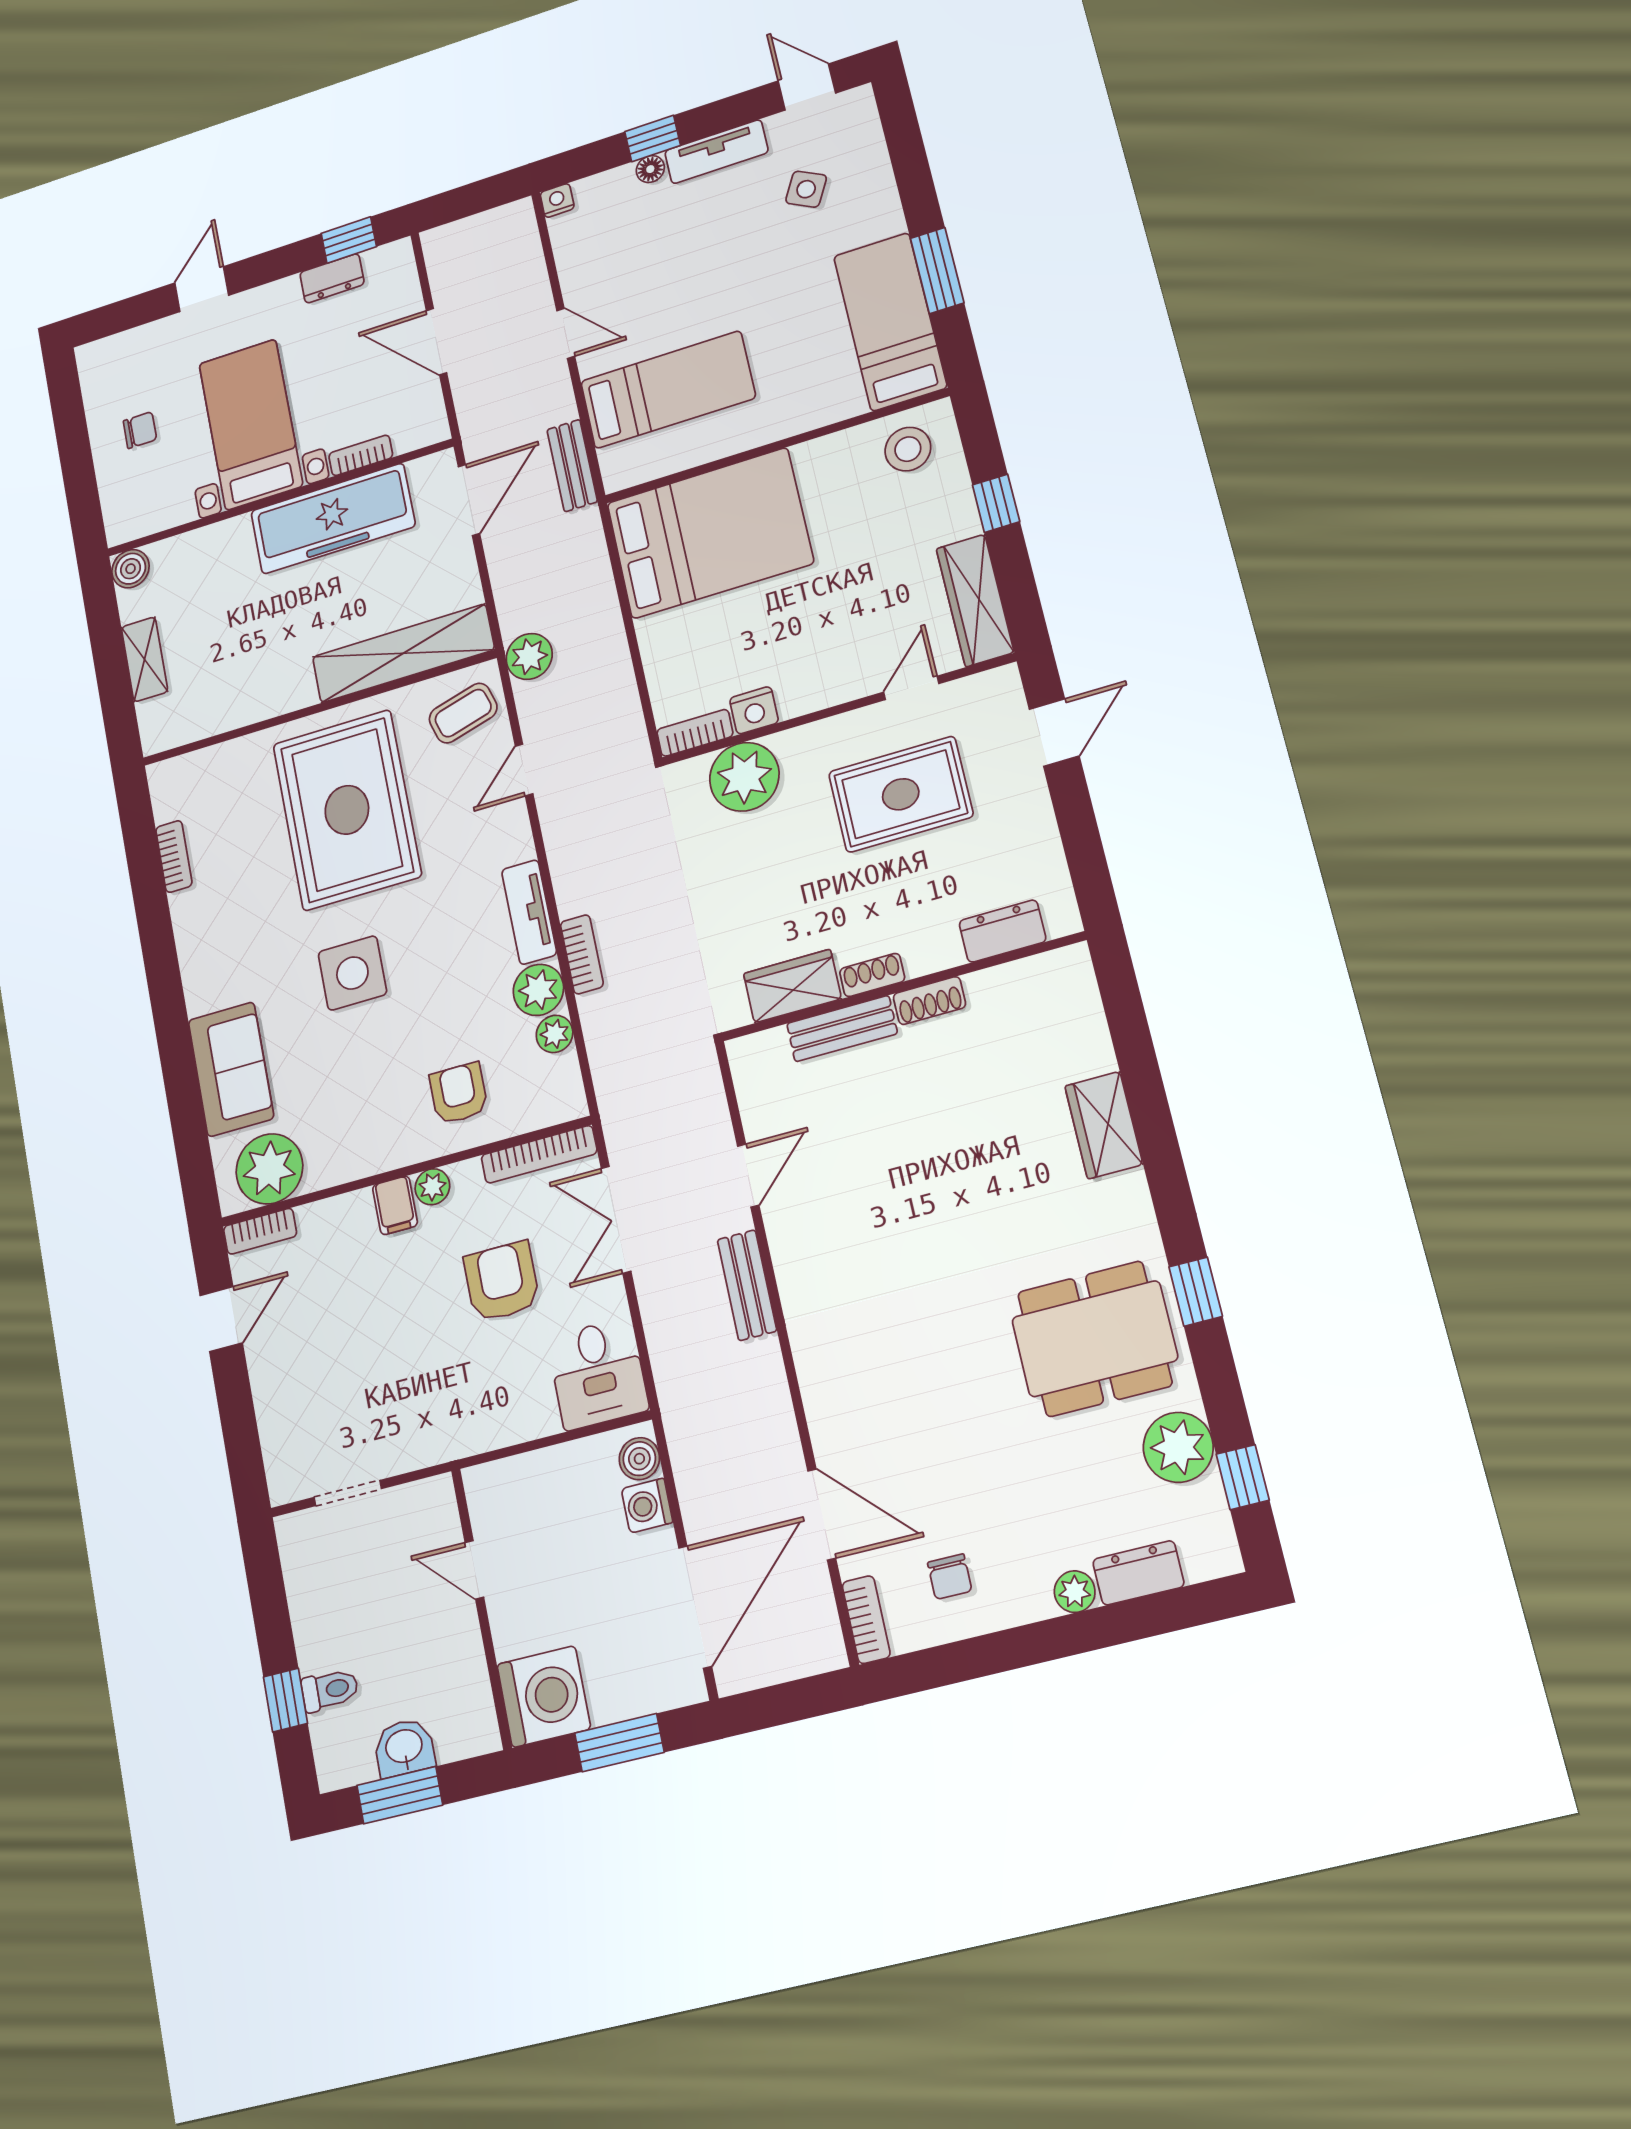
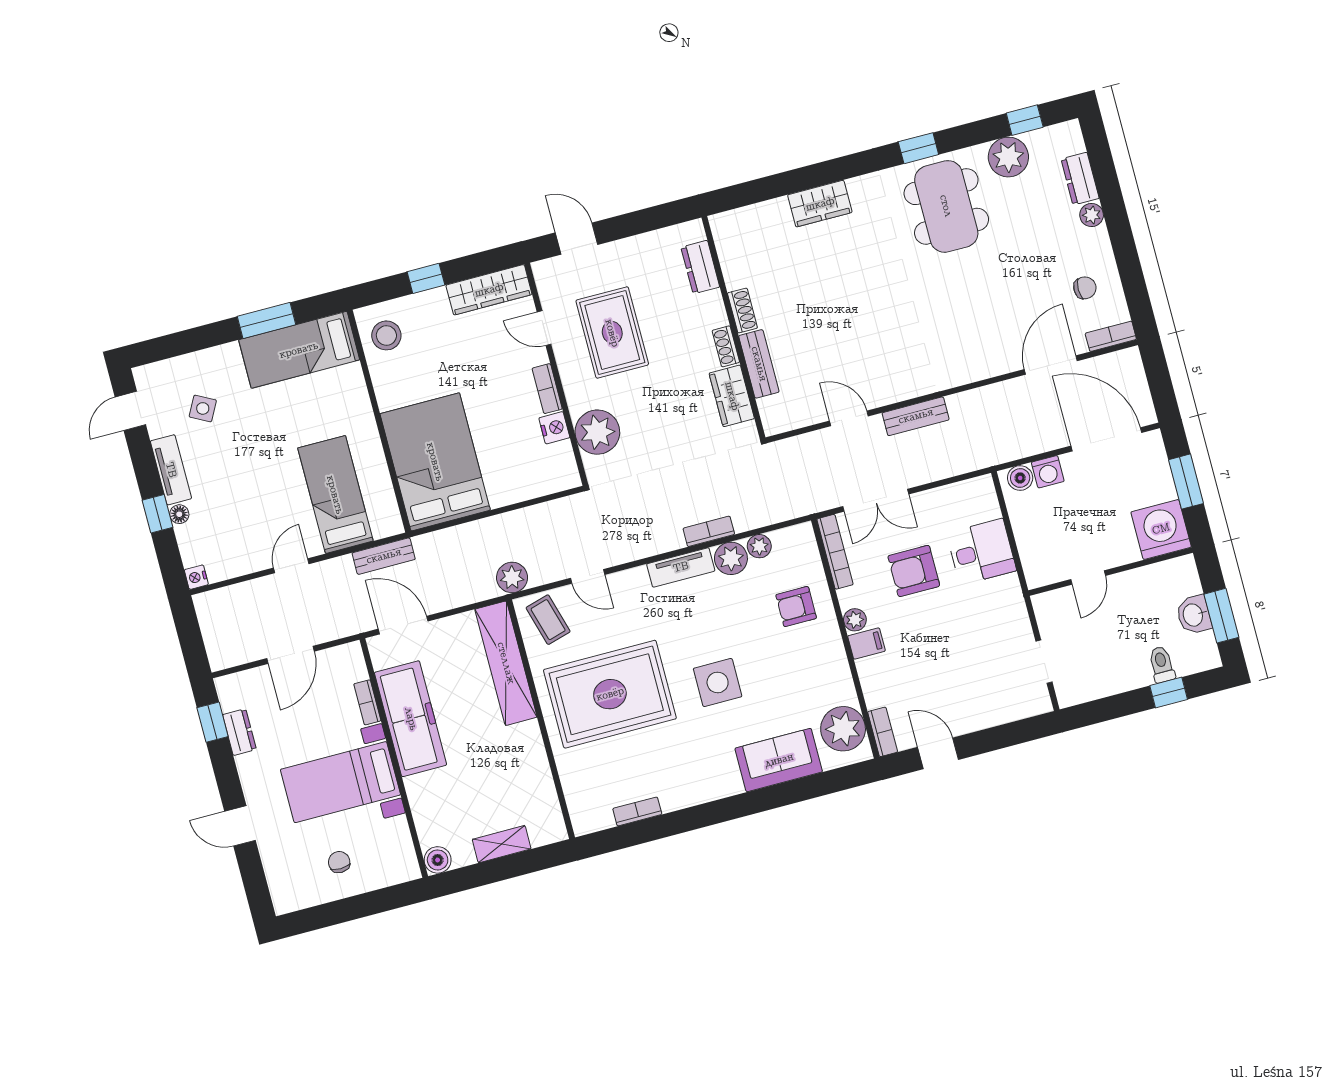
bookcase: (695, 733) -> (547, 389), moved
desk: (598, 1374) -> (981, 552), moved

